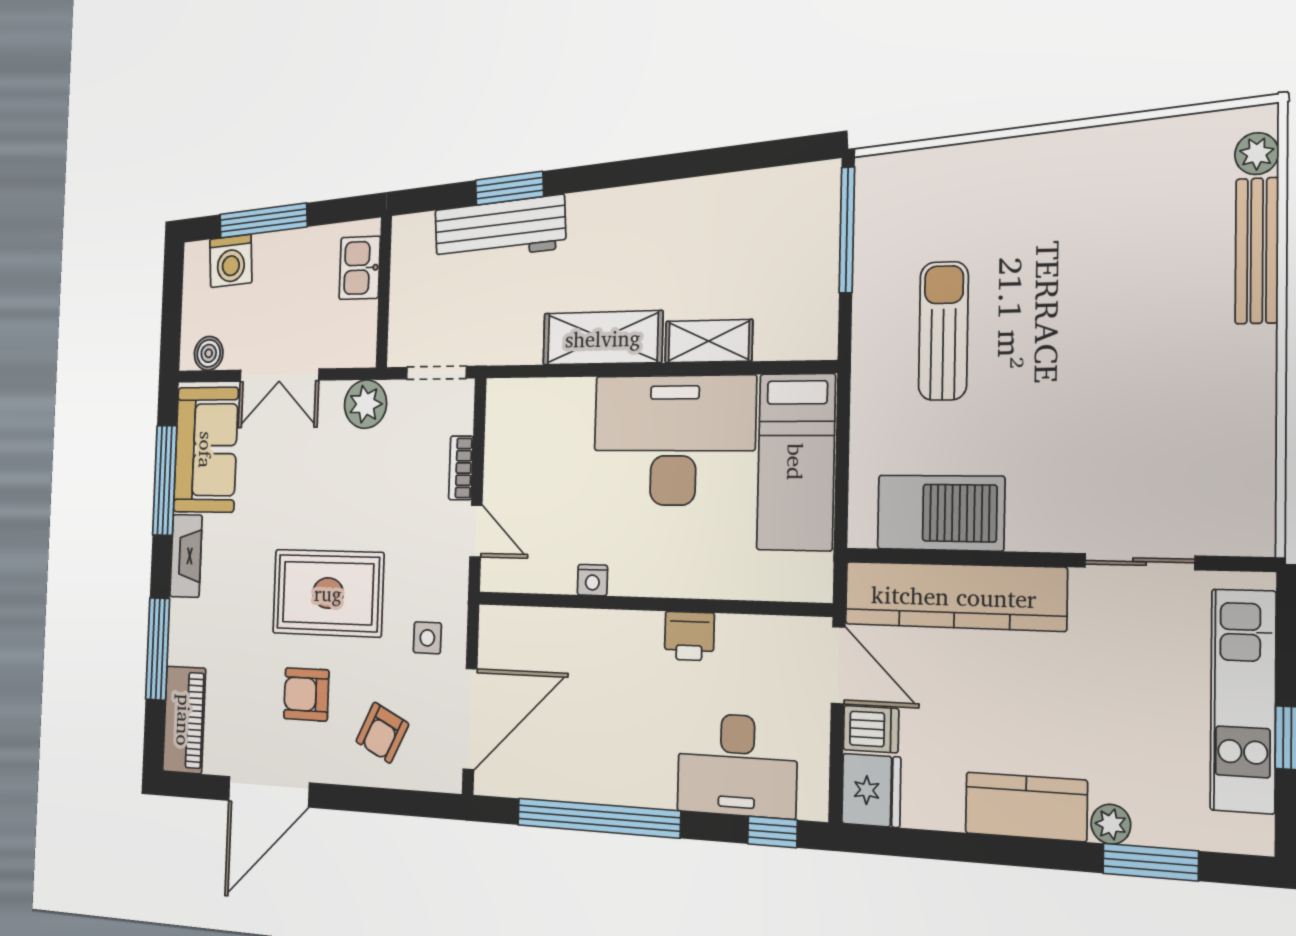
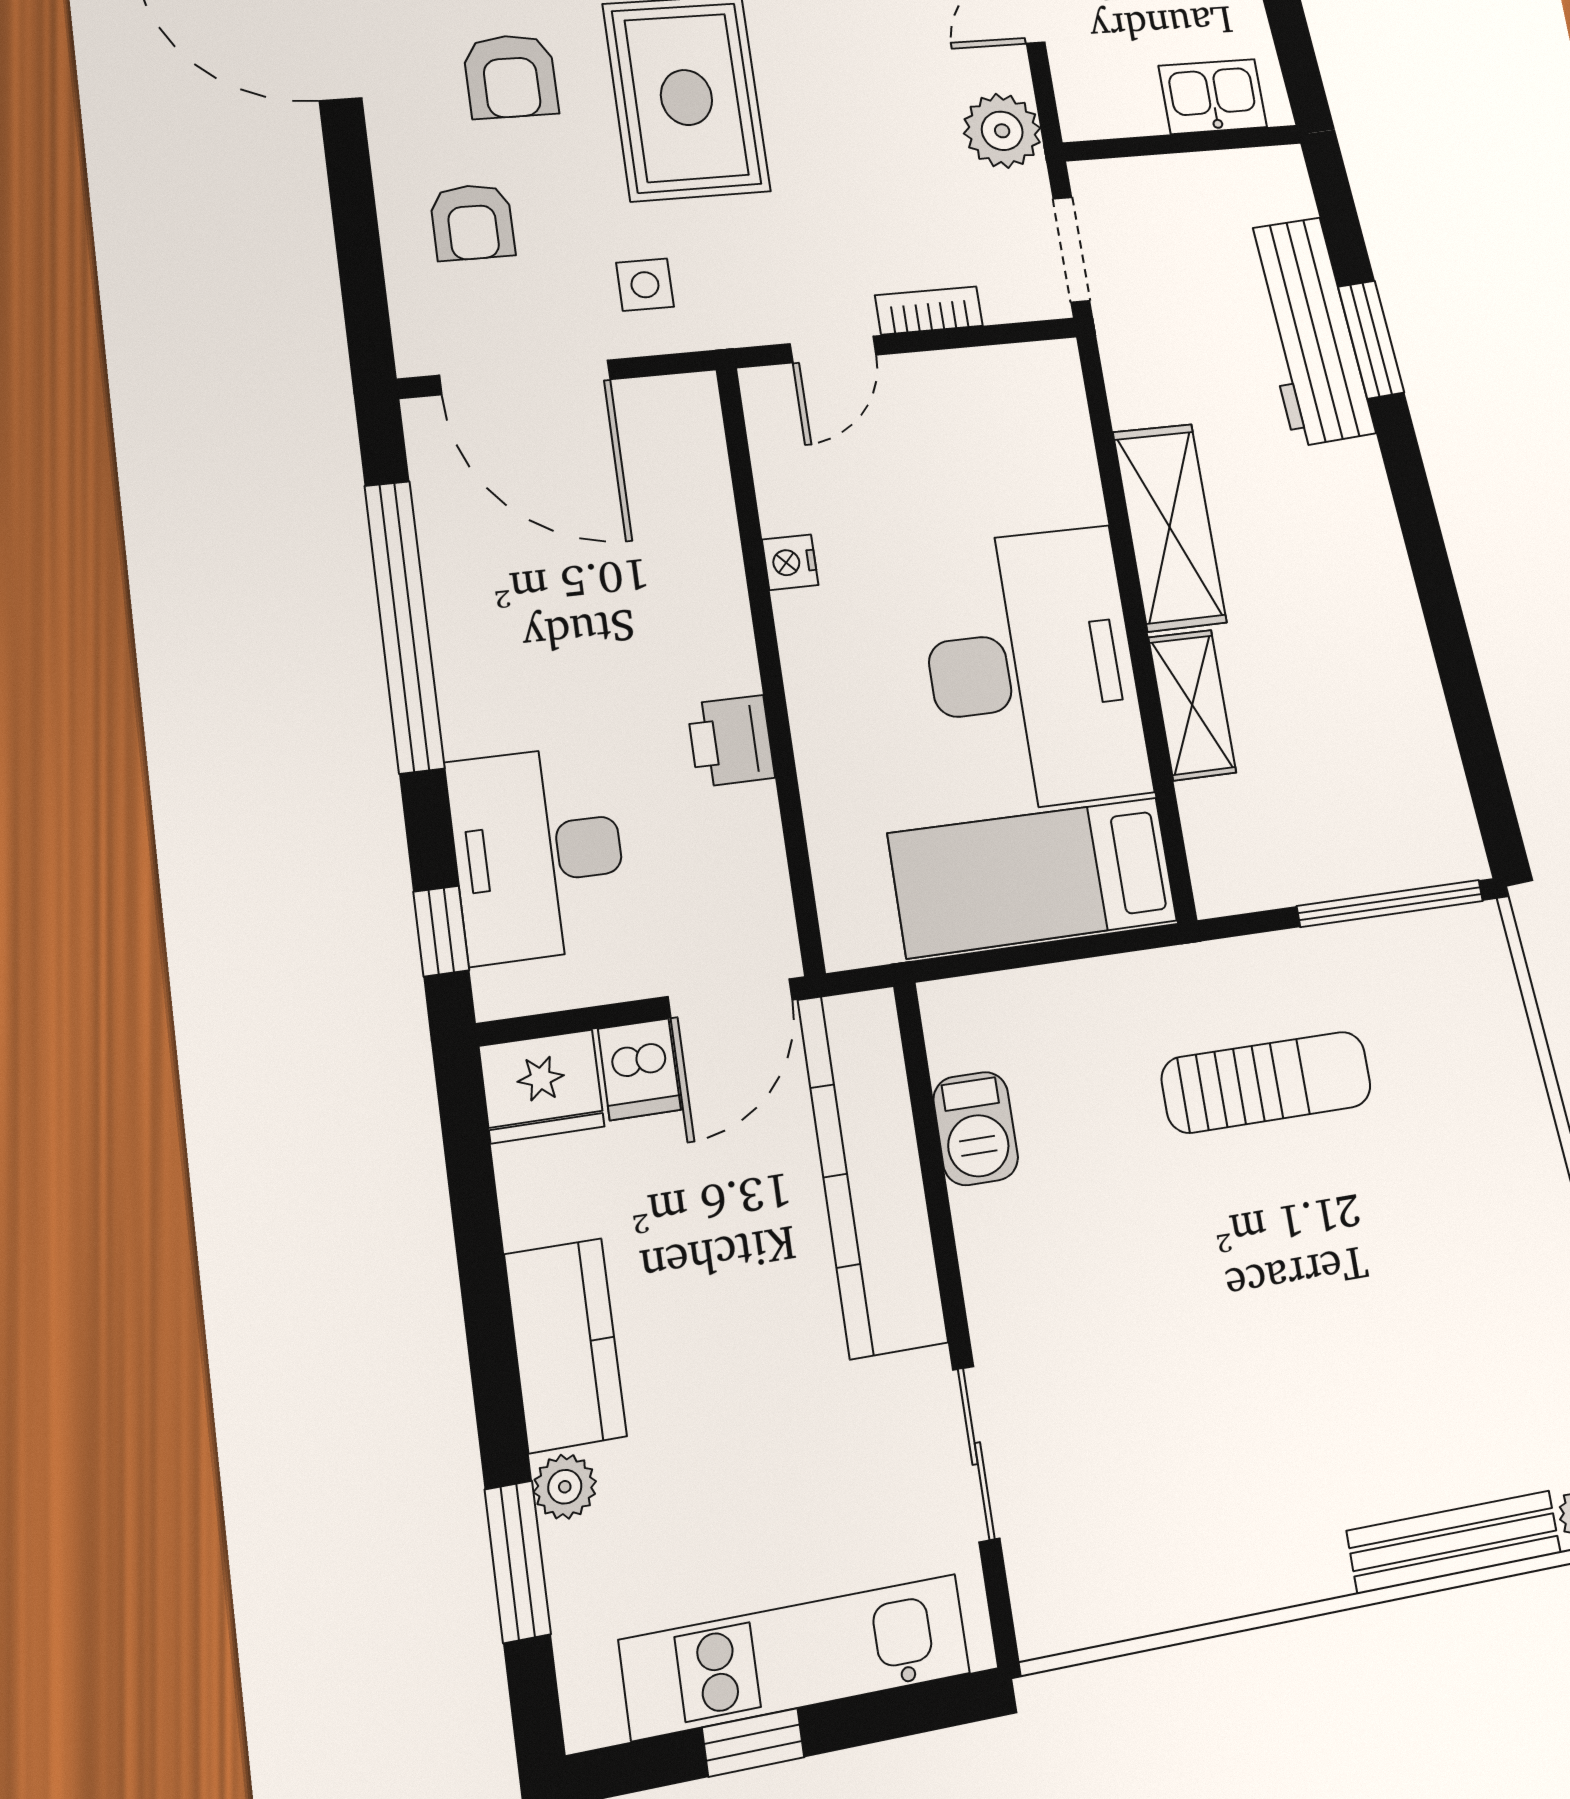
barbecue: (941, 513) -> (976, 1128), width x0.53, depth x0.65
armchair: (306, 694) -> (511, 76), turned 180
armchair: (382, 733) -> (472, 222), turned -116

